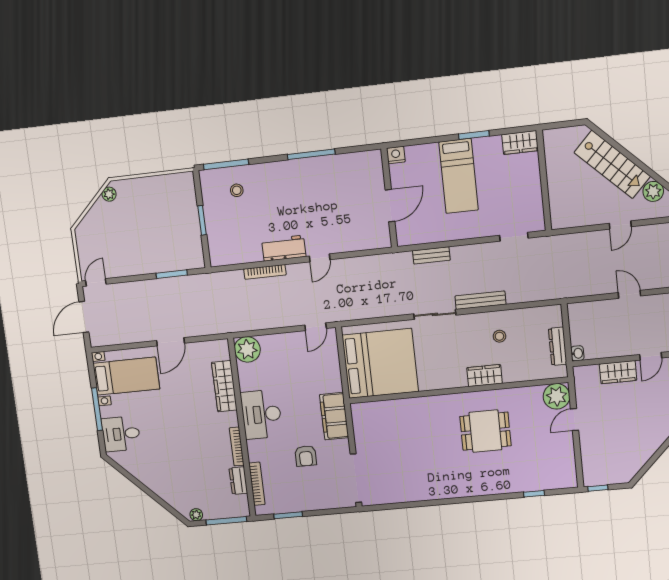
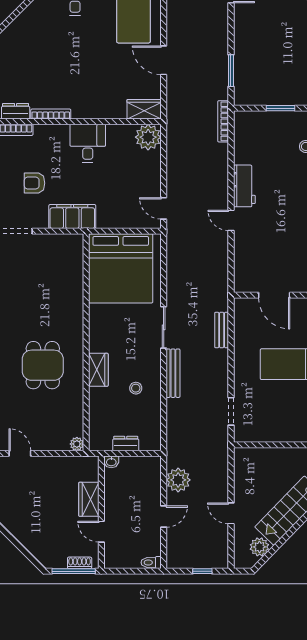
bookcase: (265, 272) -> (223, 121), moved
plant: (590, 283) -> (178, 480), added
dresser: (558, 346) -> (126, 444), width x0.70
wardrobe: (224, 386) -> (144, 109), moved, width x0.67
plant: (557, 396) -> (77, 444), width x0.53, depth x0.53
desk: (261, 414) -> (88, 143), width x0.73
door: (575, 420) -> (20, 453), moved

